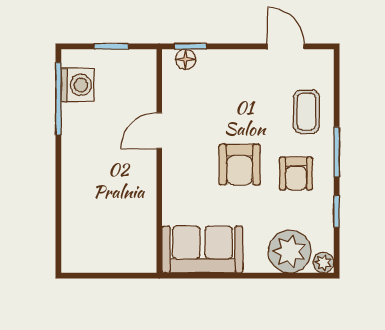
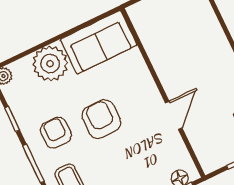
plant: (290, 252) -> (50, 64), moved

